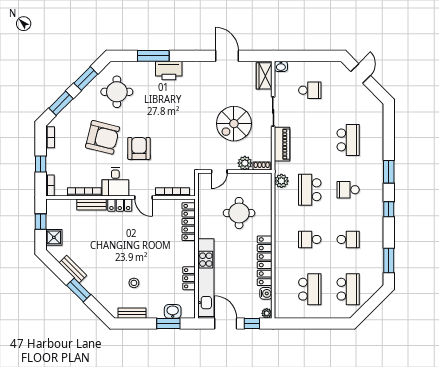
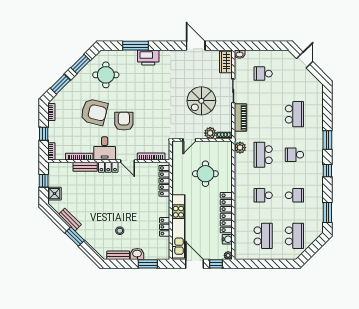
school desk: (310, 90) -> (263, 74), turned 180
washbasin: (173, 311) -> (137, 254), moved

